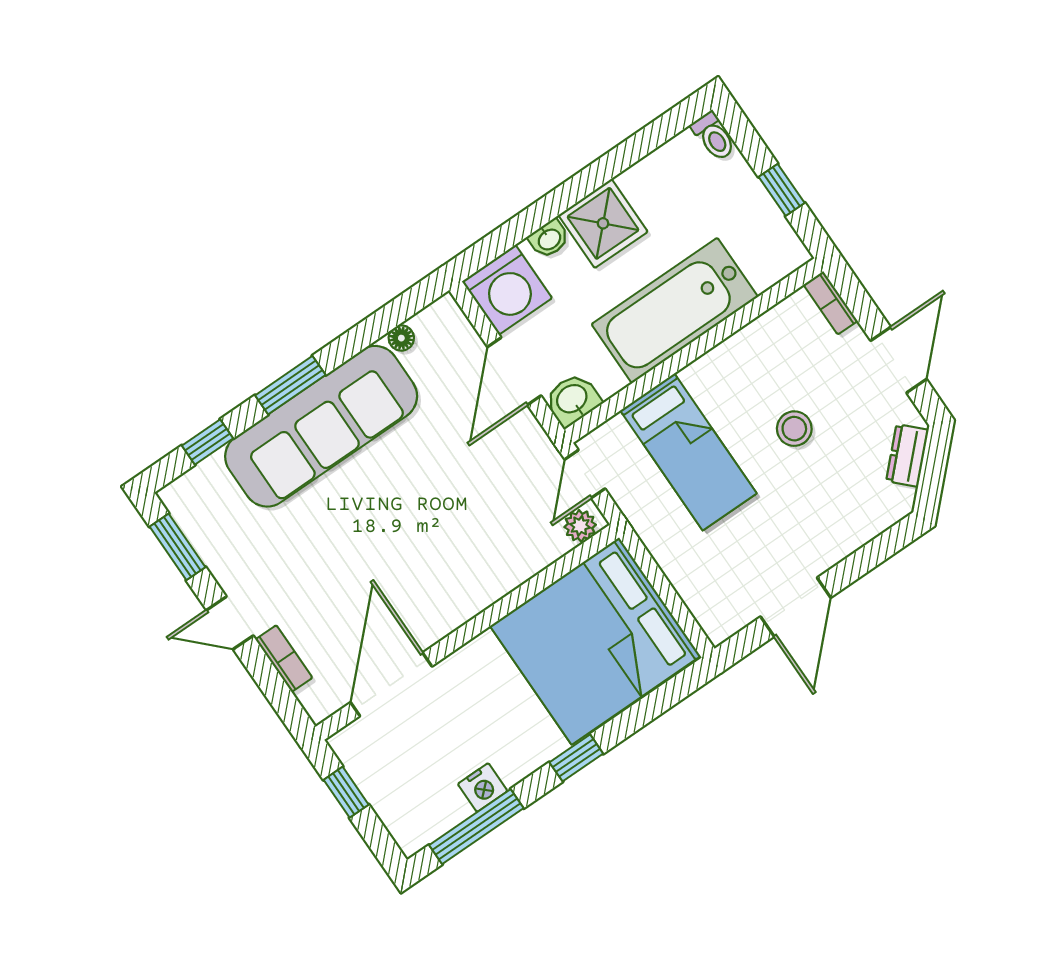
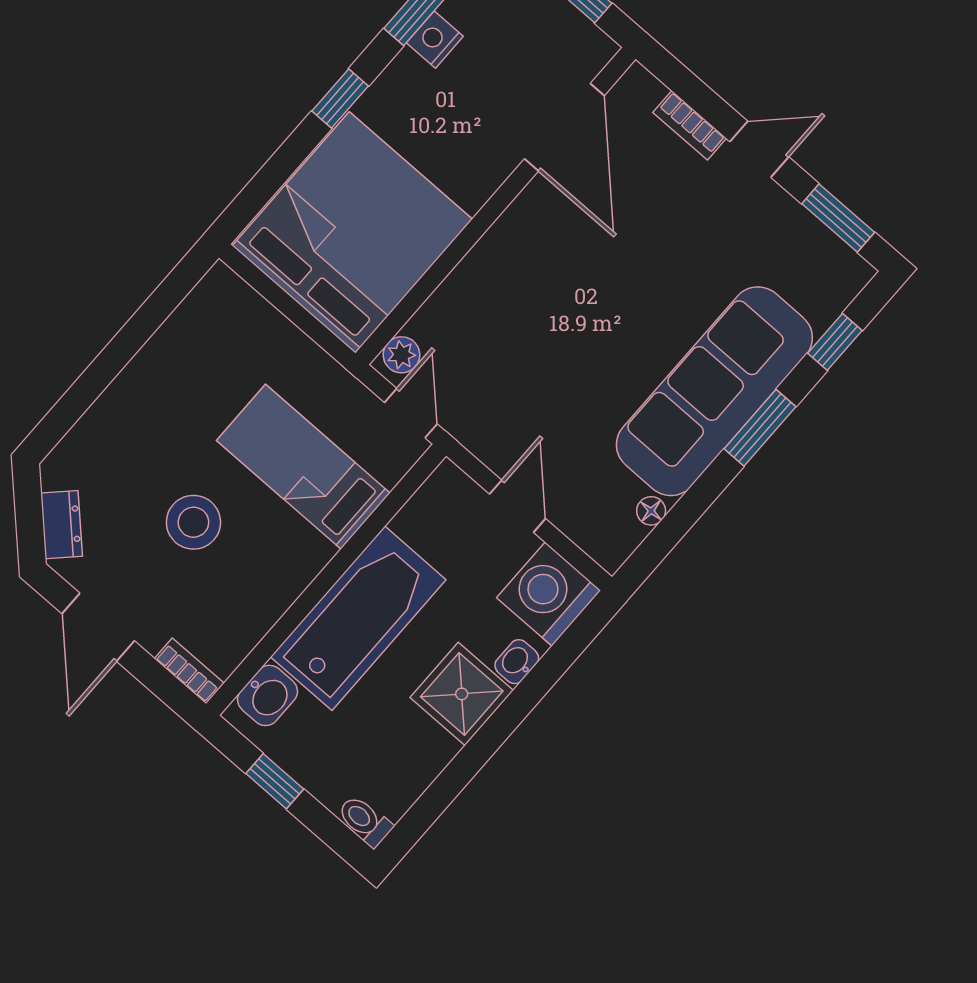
door: (514, 371) -> (518, 506), width x0.73
washbasin: (572, 400) -> (268, 695), moved
stool: (794, 429) -> (193, 522), width x1.38, depth x1.38
door: (796, 607) -> (142, 326), removed

